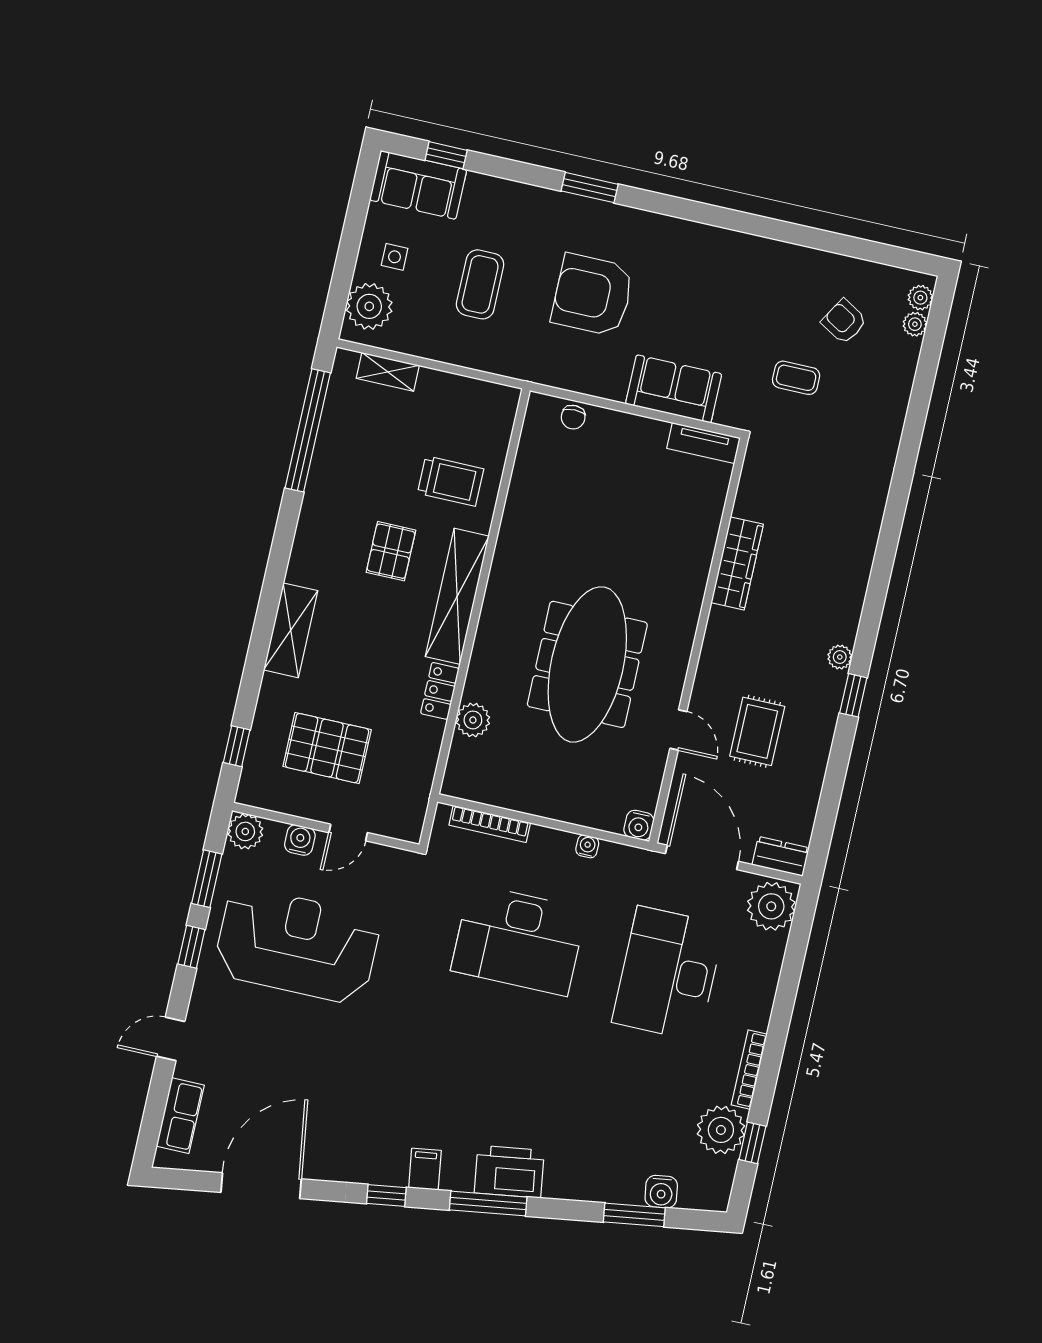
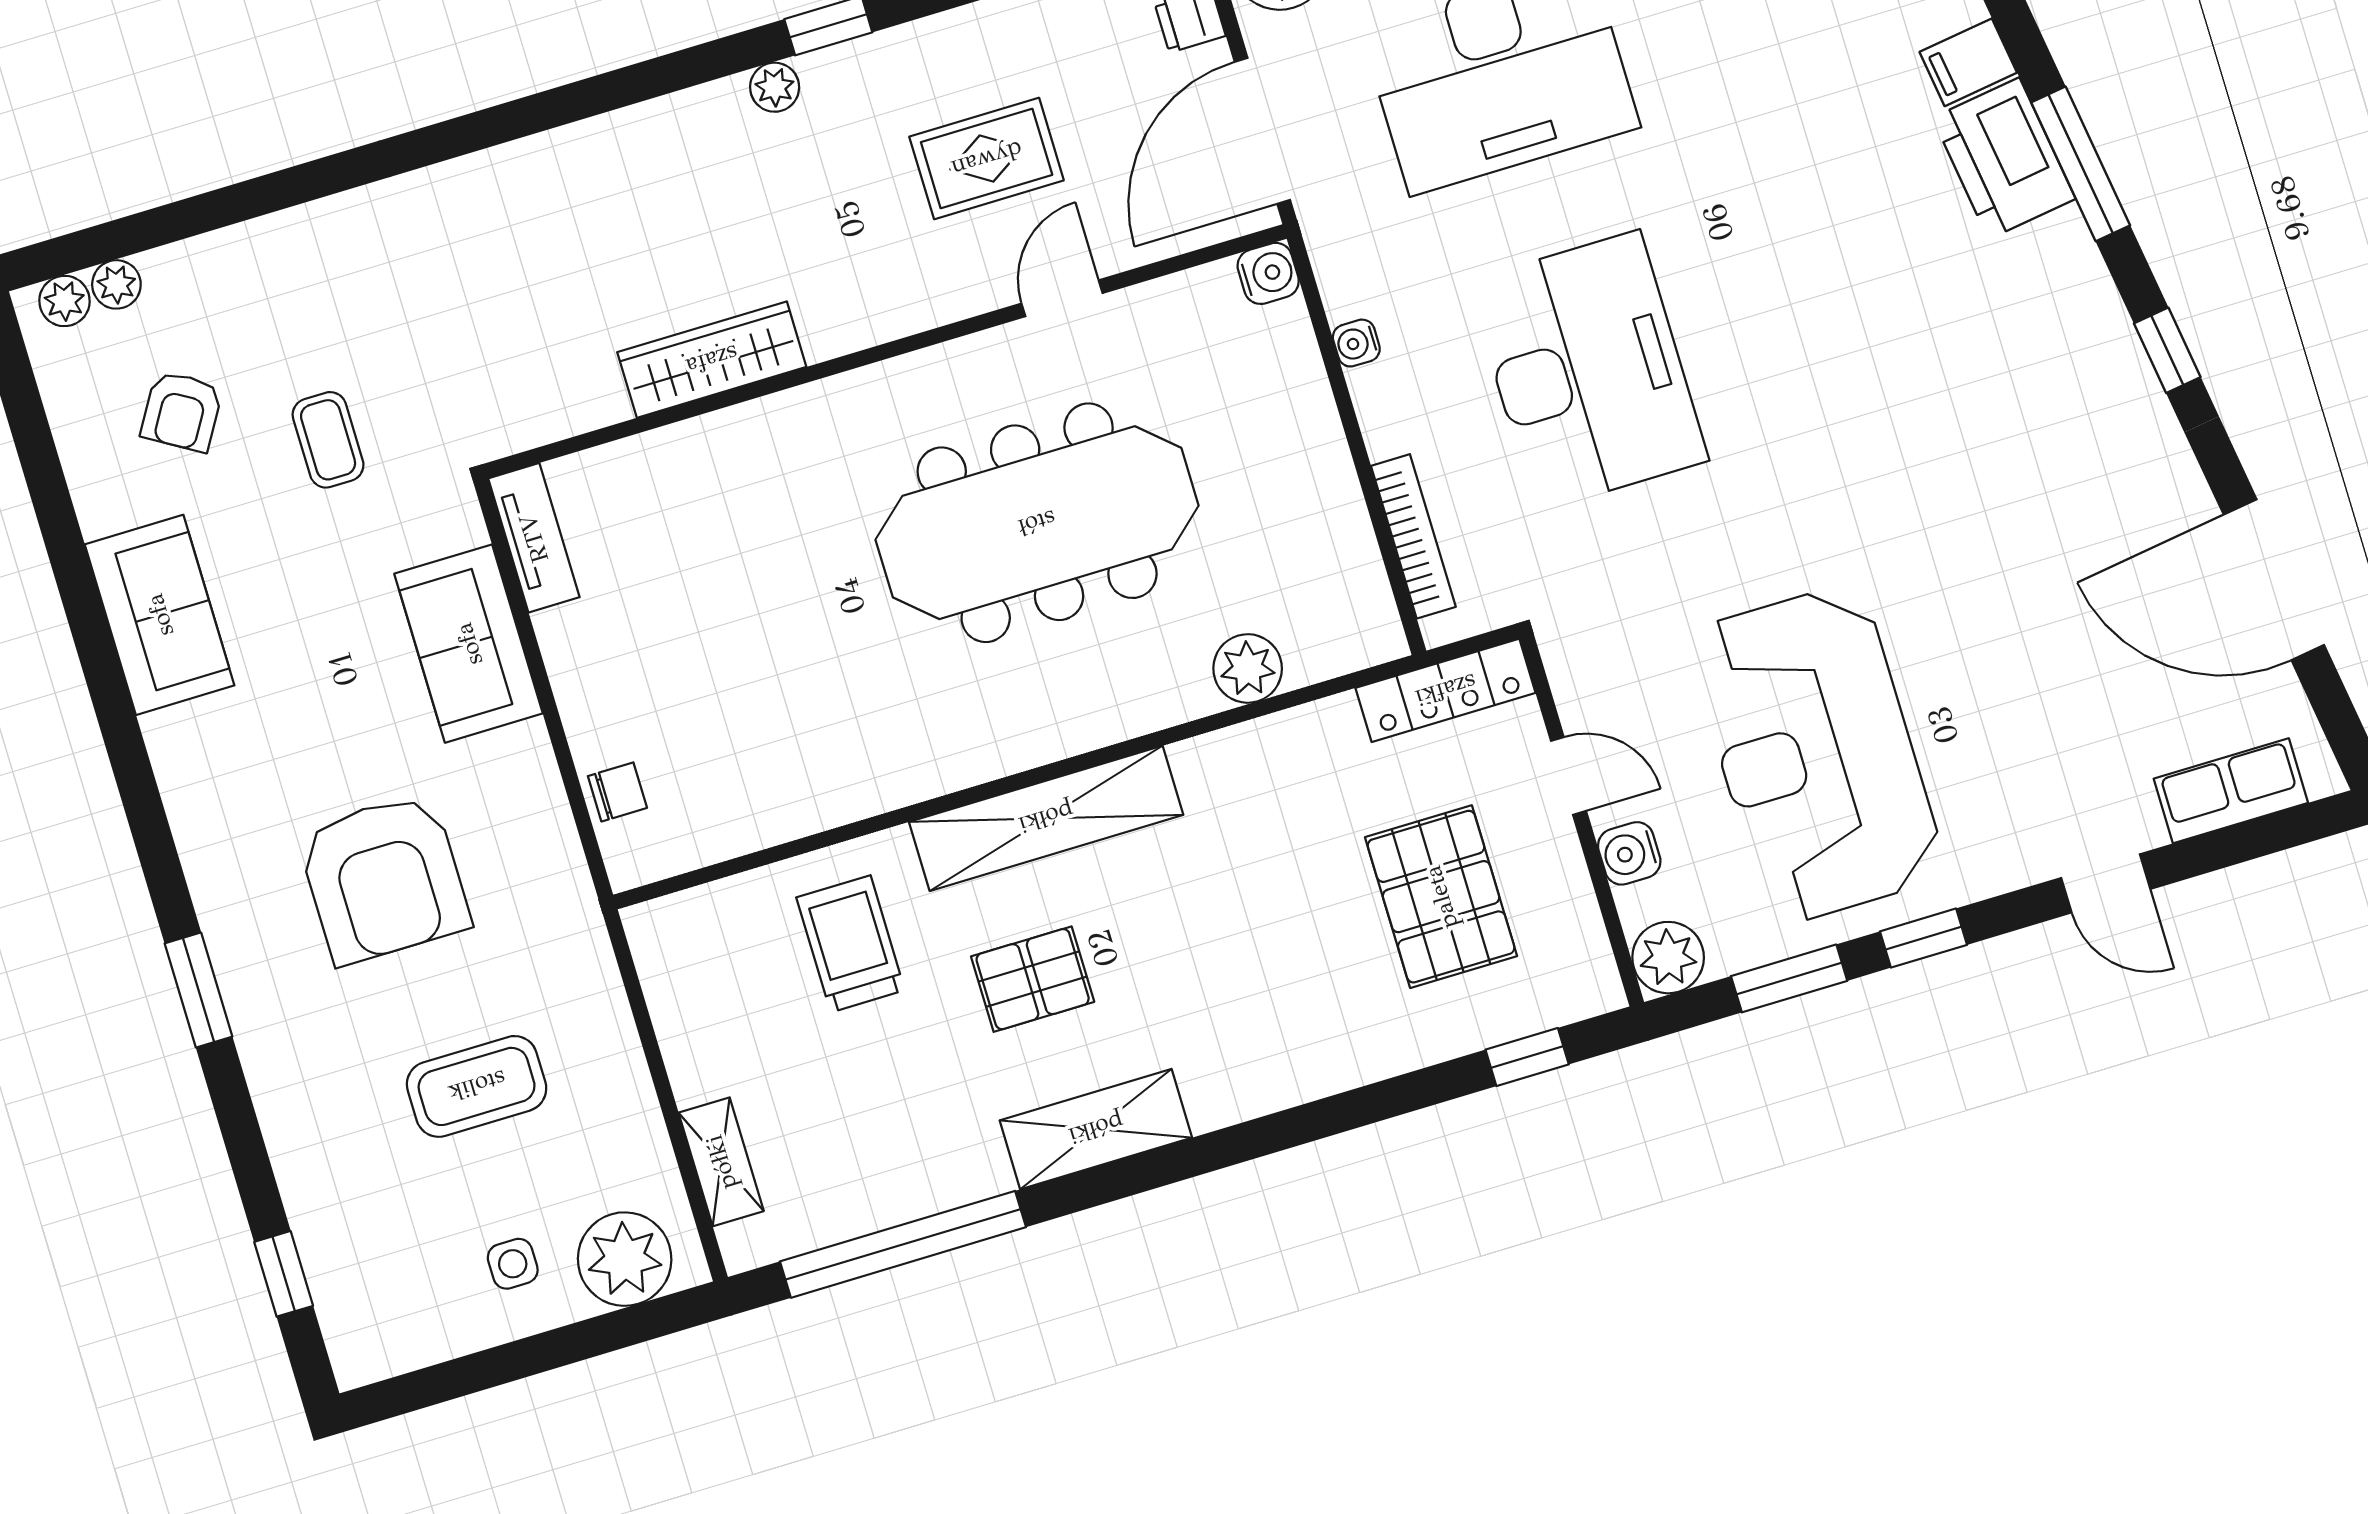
sofa: (418, 185) -> (160, 615), moved
shelving: (291, 630) -> (1096, 1129), moved
locker: (440, 691) -> (1446, 690), moved, width x1.53
filing cabinet: (425, 1169) -> (1968, 62), moved

